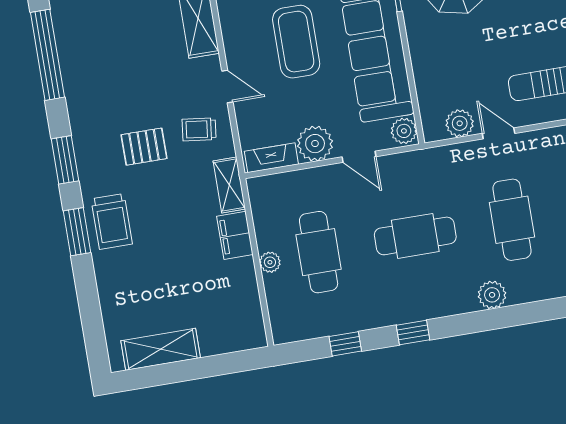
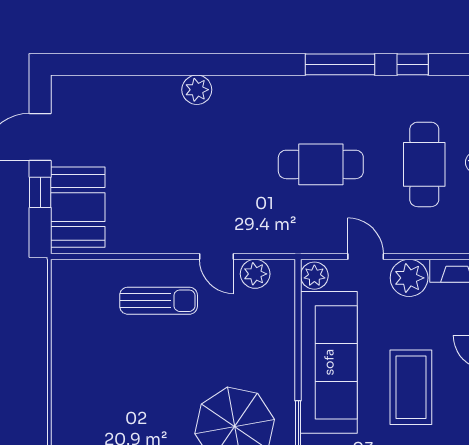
cafe table: (512, 220) -> (217, 164), removed
plant: (492, 295) -> (197, 90), moved
window: (413, 332) -> (340, 64), width x2.17

